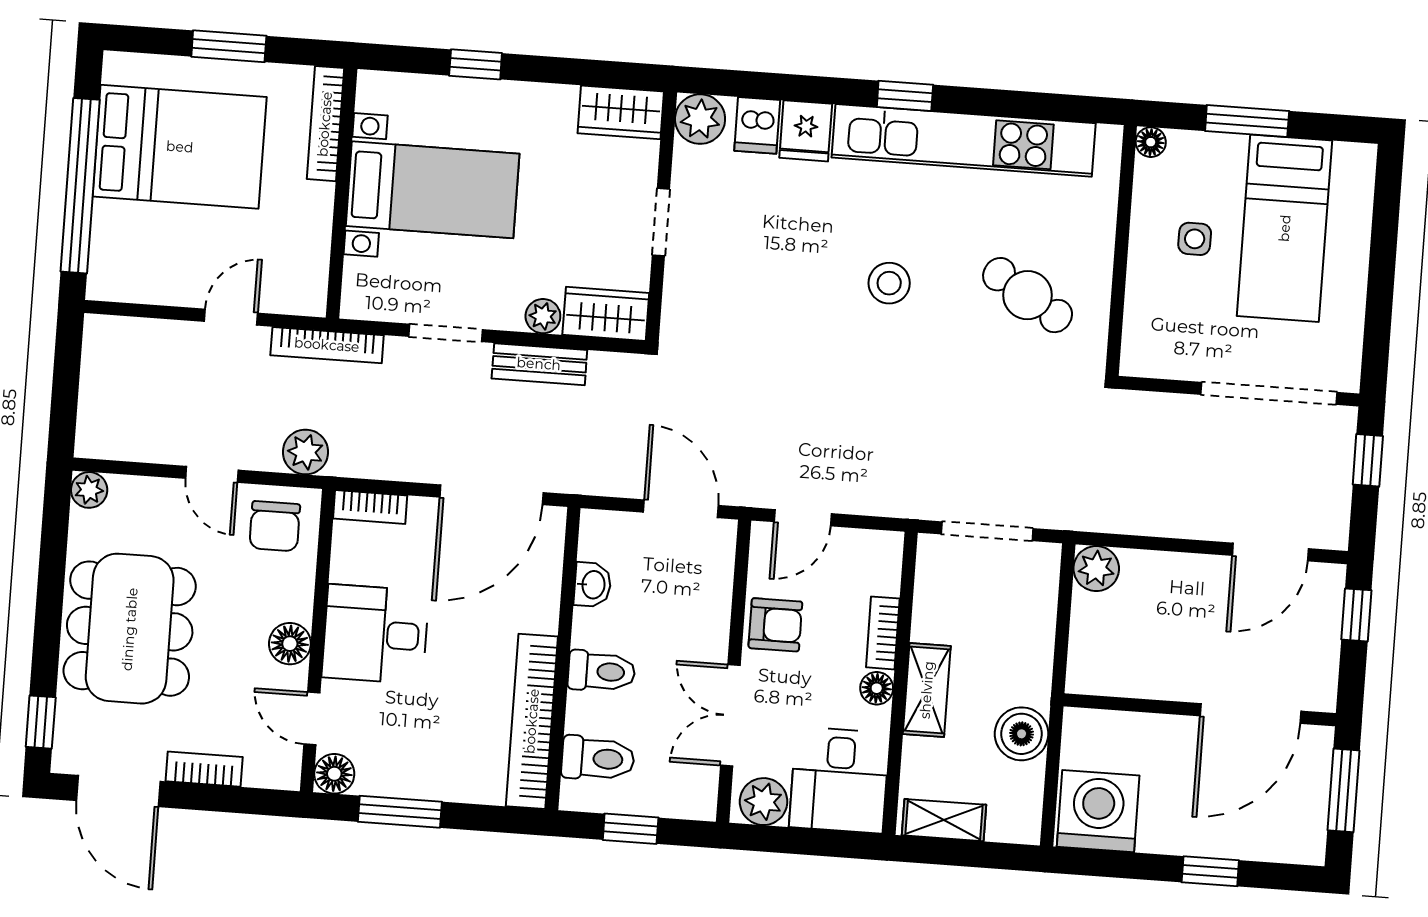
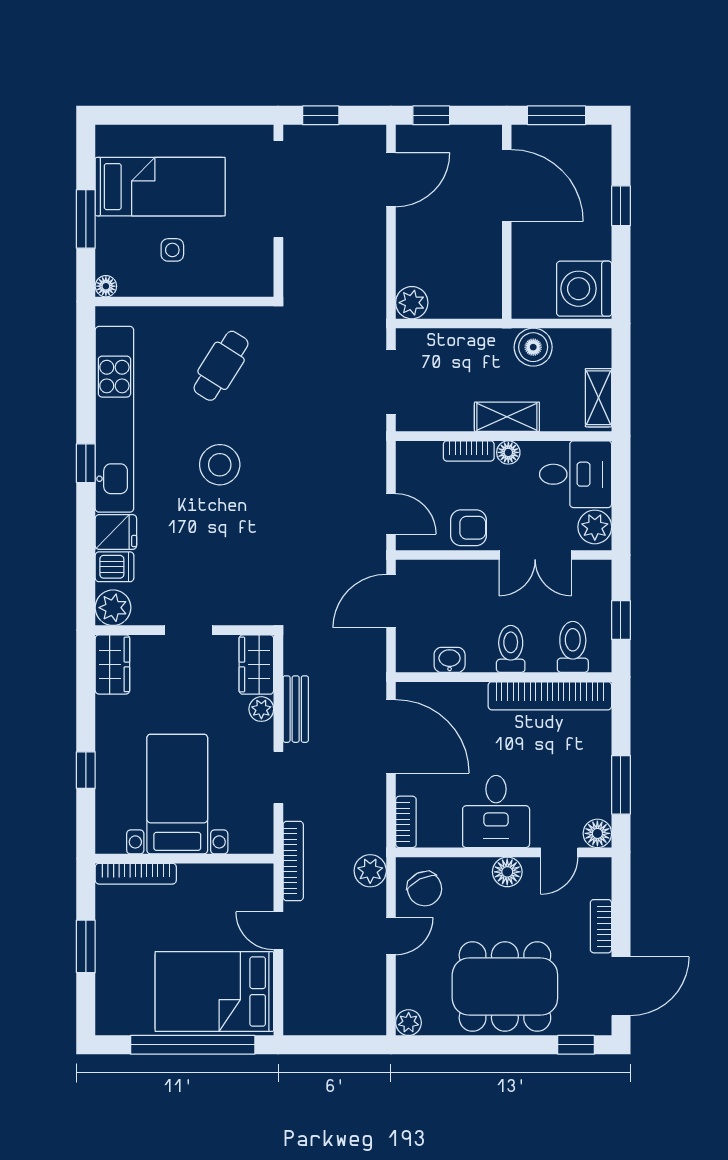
bed: (180, 147) -> (214, 992), moved, turned -90
stool: (889, 283) -> (220, 465), width x1.38, depth x1.38
chair: (275, 526) -> (425, 889), turned 64
door: (1270, 552) -> (391, 180), hinge flipped
armchair: (775, 625) -> (469, 528), turned 90

